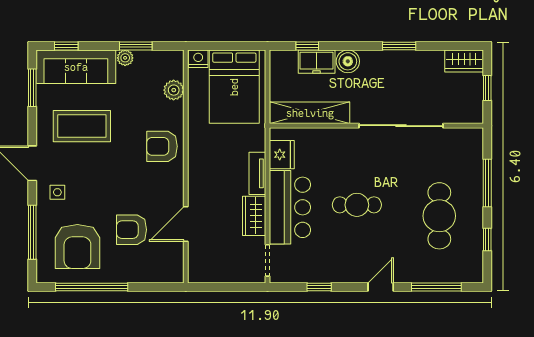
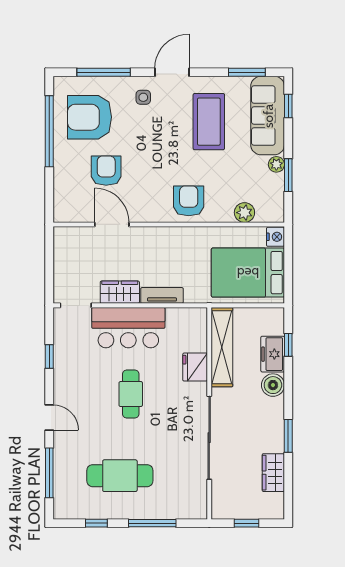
wardrobe: (464, 61) -> (273, 473), moved
fridge: (282, 155) -> (195, 367), moved, turned 90

